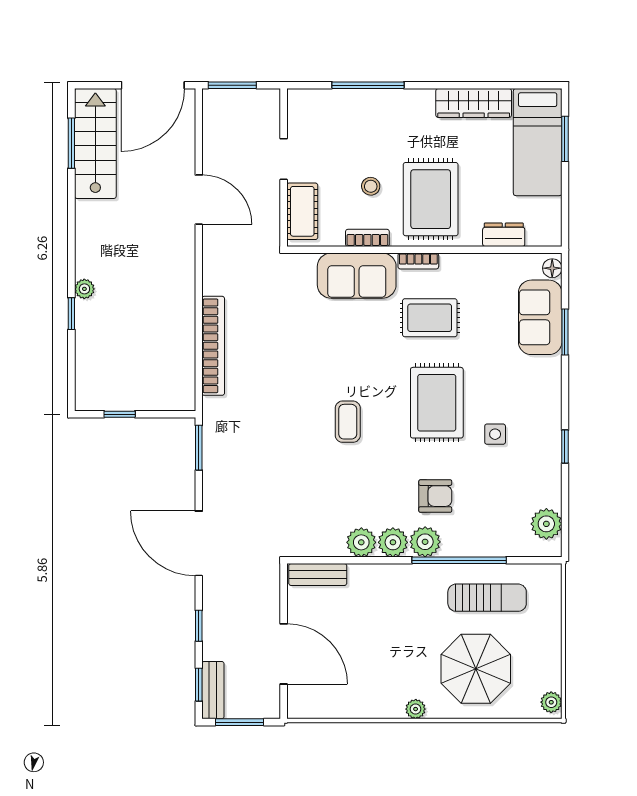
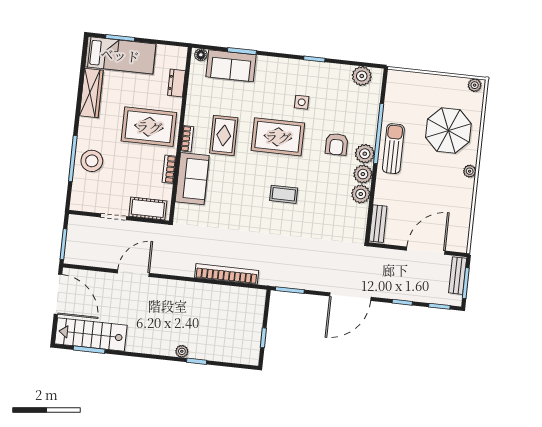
stool: (371, 186) -> (92, 161), moved, width x1.89, depth x1.89
armchair: (435, 496) -> (337, 144), turned 180
sun lounger: (487, 598) -> (393, 149), moved
bench: (213, 690) -> (458, 276), moved, turned 90

